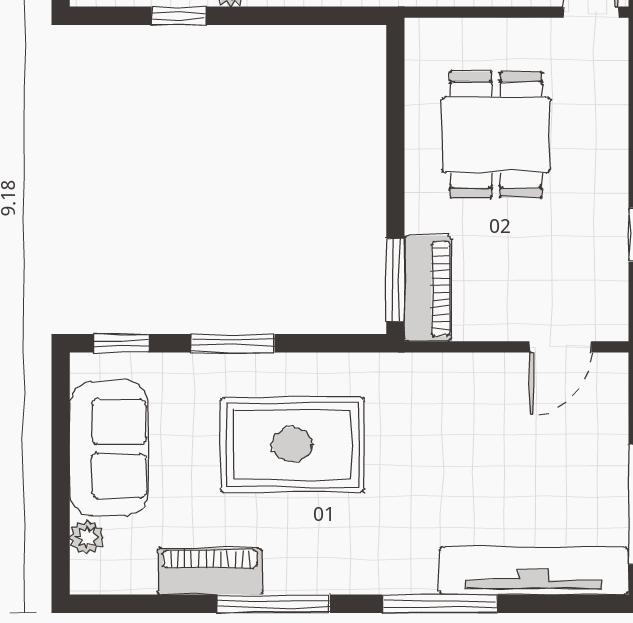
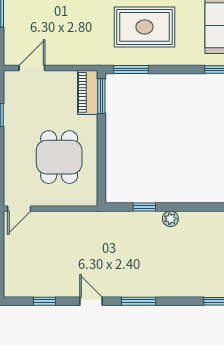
window: (179, 16) -> (144, 207), moved
window: (233, 343) -> (131, 70), moved

